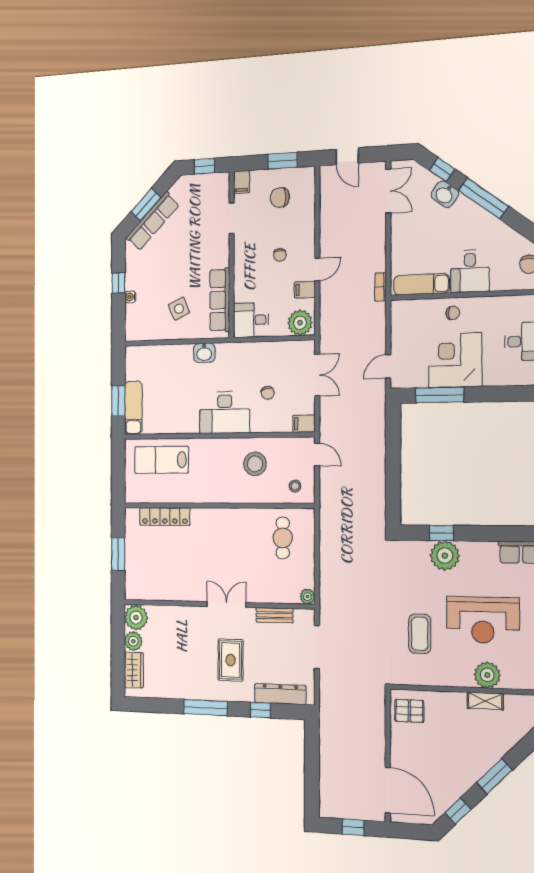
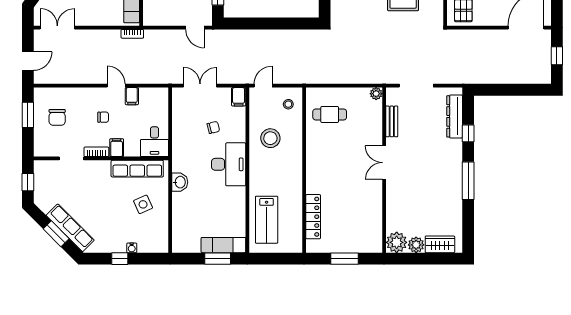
filing cabinet: (242, 182) -> (117, 148), moved, turned -90
bookcase: (239, 249) -> (96, 152), added
plant: (300, 323) -> (158, 100), removed
rug: (231, 660) -> (429, 159), removed

